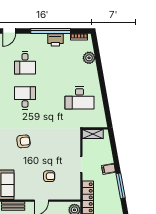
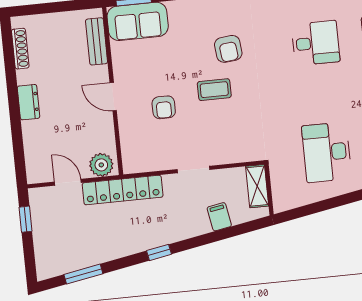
coffee table: (43, 150) -> (214, 90), added
filing cabinet: (109, 169) -> (219, 217), moved
window: (121, 186) -> (159, 252), width x0.46

